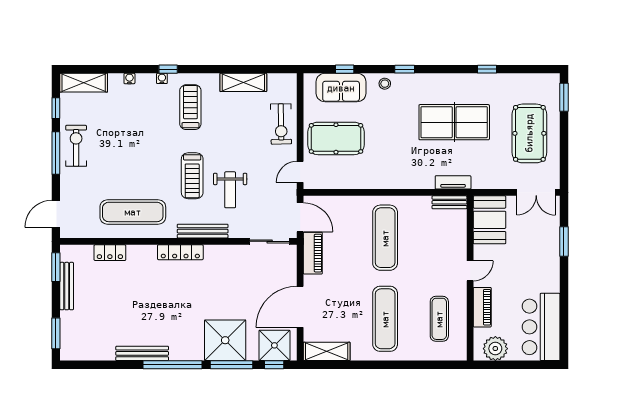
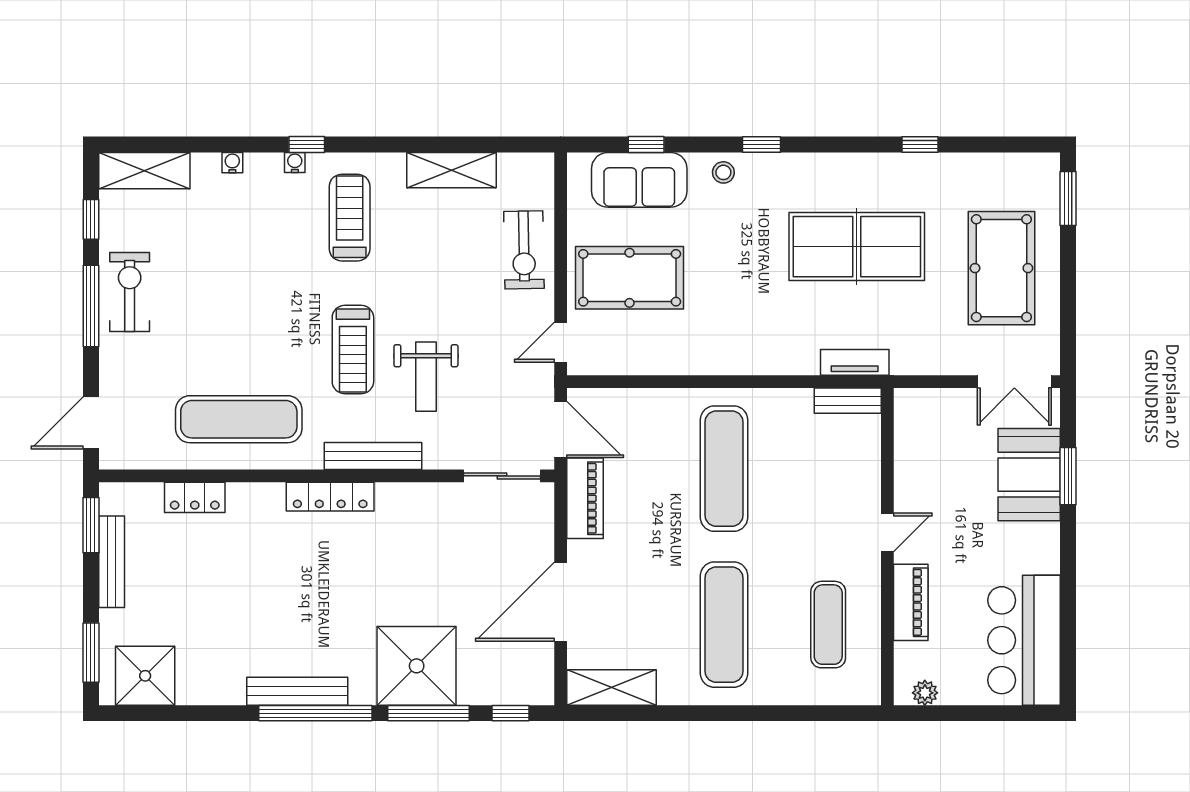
booth: (489, 220) -> (1029, 475), moved
shower: (274, 345) -> (145, 676), moved
plant: (495, 349) -> (925, 693), width x0.53, depth x0.53
bench: (142, 353) -> (297, 691), moved

